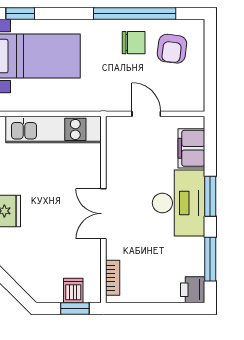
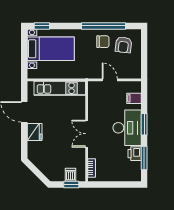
filing cabinet: (191, 148) -> (134, 98), width x0.50
printer: (193, 290) -> (135, 154), moved

